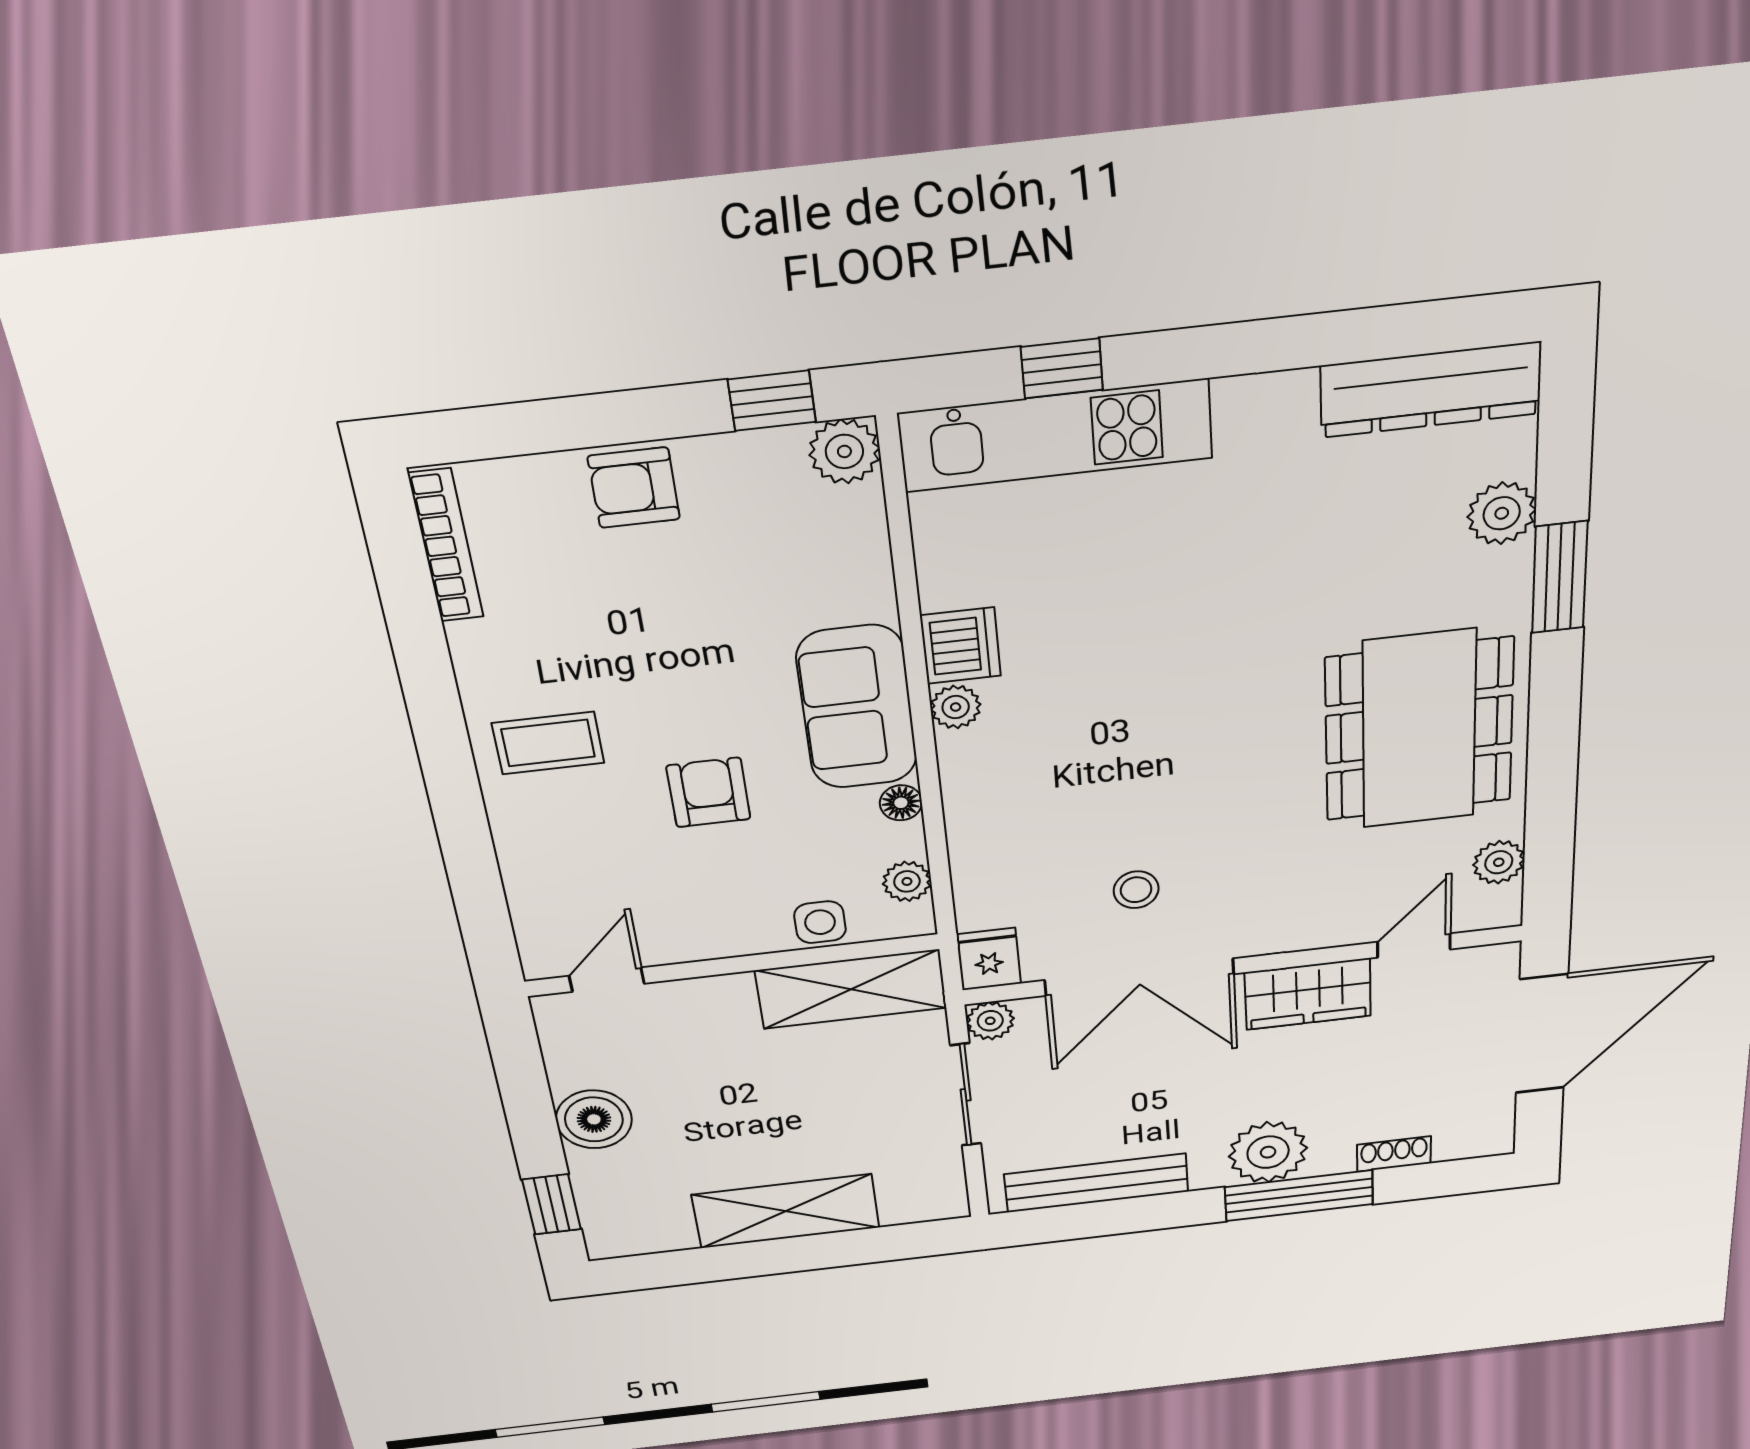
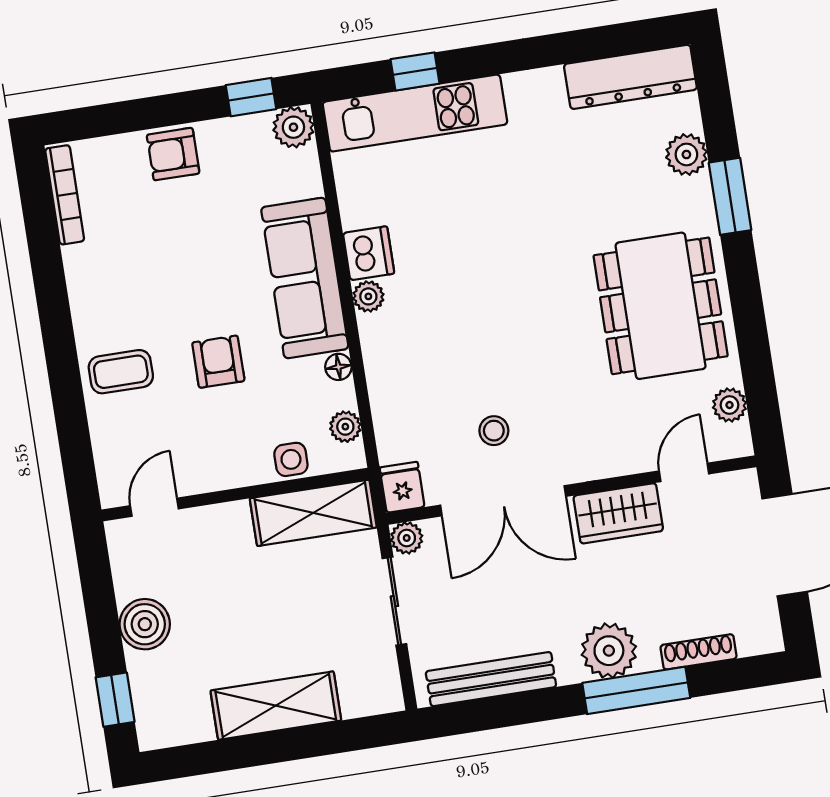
sofa: (857, 707) -> (305, 278), width x1.36
coffee table: (548, 743) -> (121, 372), moved
shoe rack: (1394, 1154) -> (699, 652), width x1.43

